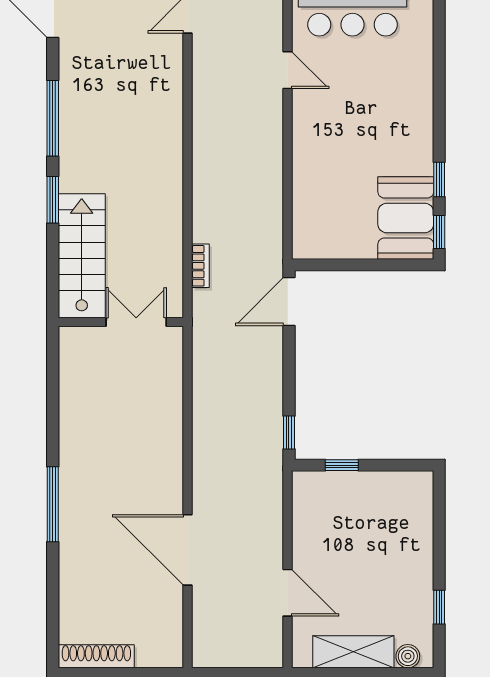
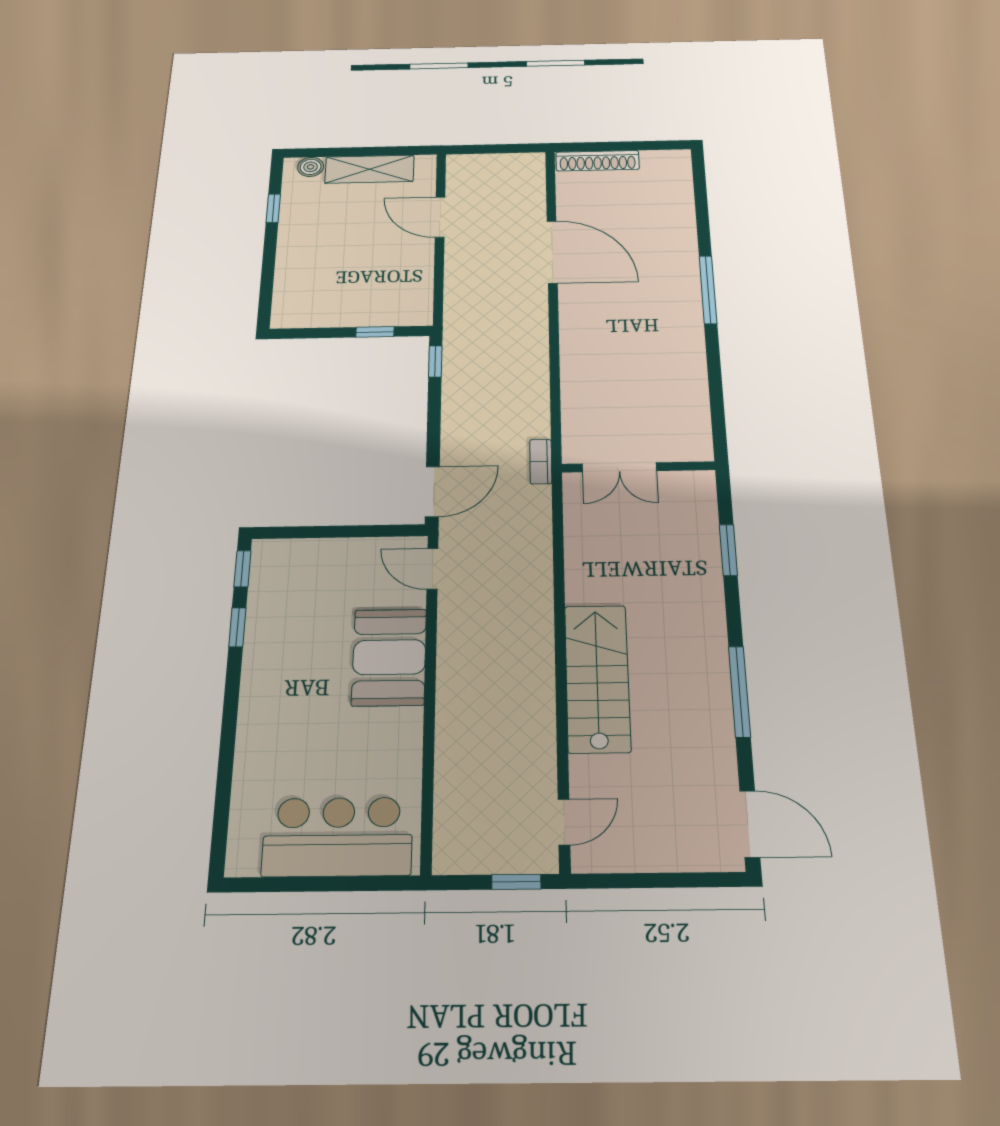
door: (288, 70) -> (432, 569), moved
window: (53, 200) -> (728, 550), moved
booth: (406, 218) -> (389, 657), moved
stairs: (82, 256) -> (597, 678), moved, turned 180
bookcase: (200, 266) -> (541, 462), moved
shoe rack: (96, 656) -> (597, 161), moved

